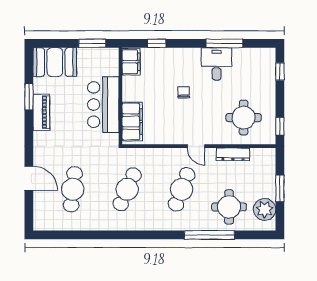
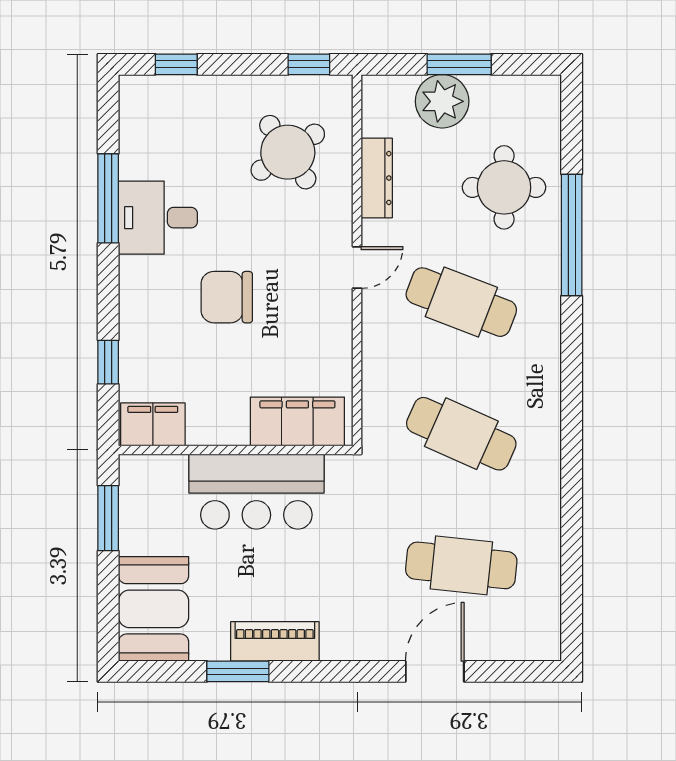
chair: (184, 92) -> (227, 297), width x1.87, depth x1.87
round table: (244, 118) -> (288, 152), turned -34
plant: (265, 209) -> (442, 101), moved

